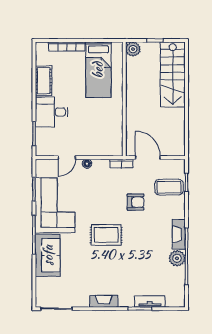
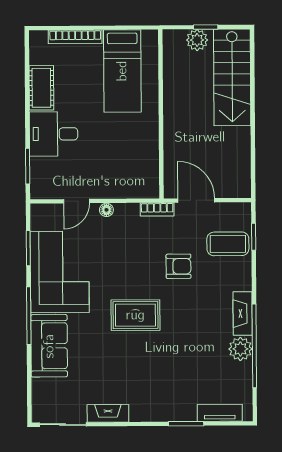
plant: (133, 49) -> (197, 40), moved
fireplace: (104, 301) -> (108, 413), moved
tv unit: (150, 301) -> (220, 413), moved

